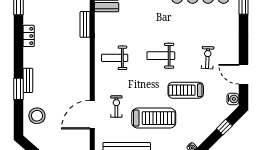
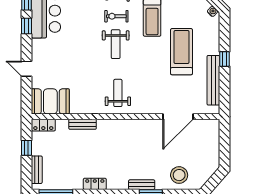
weight bench: (115, 58) -> (118, 93), turned 180
exercise bike: (116, 107) -> (116, 16), moved
door: (92, 115) -> (178, 117), hinge flipped

